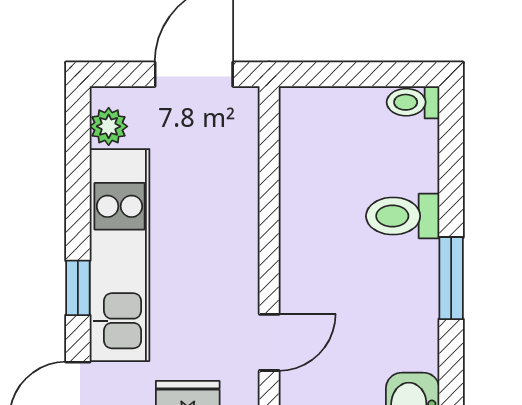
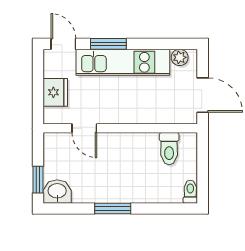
toilet: (403, 216) -> (169, 149), moved, turned 180
window: (78, 288) -> (108, 44), width x1.50

